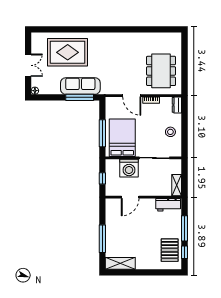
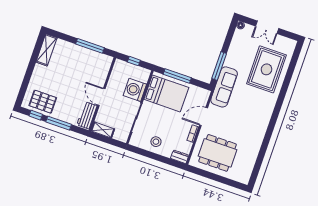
sofa: (80, 86) -> (224, 87), moved
door: (130, 197) -> (101, 97), moved
window: (102, 239) -> (90, 46), moved

